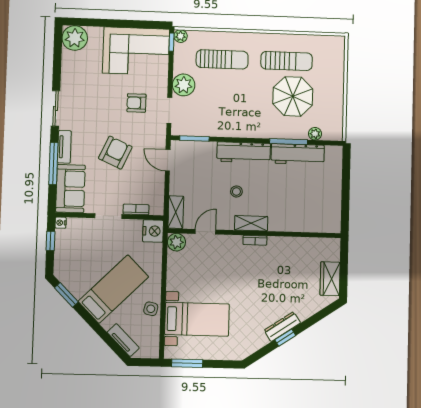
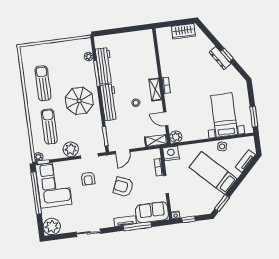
window: (128, 24) -> (36, 193), added
parasol: (293, 96) -> (79, 101), moved
sliding door: (55, 108) -> (89, 233), moved

